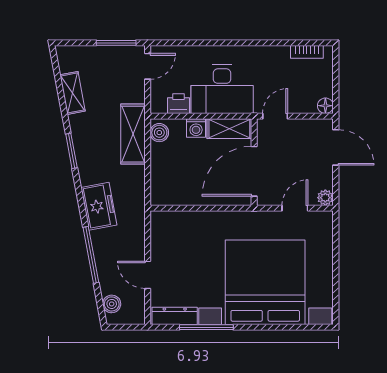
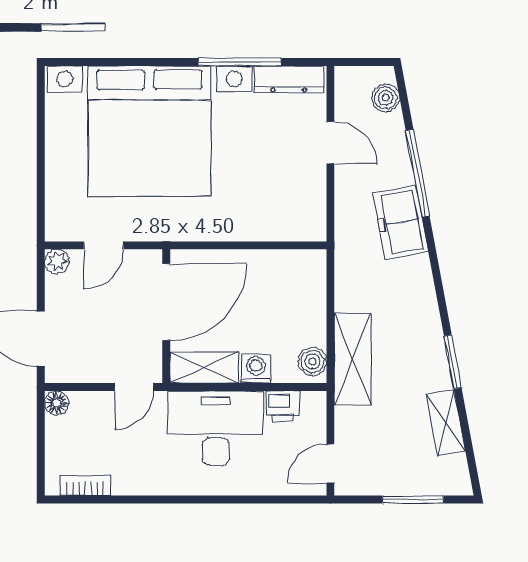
window: (116, 43) -> (413, 500), moved
window: (71, 151) -> (453, 362), moved
freezer: (99, 206) -> (401, 222), moved

